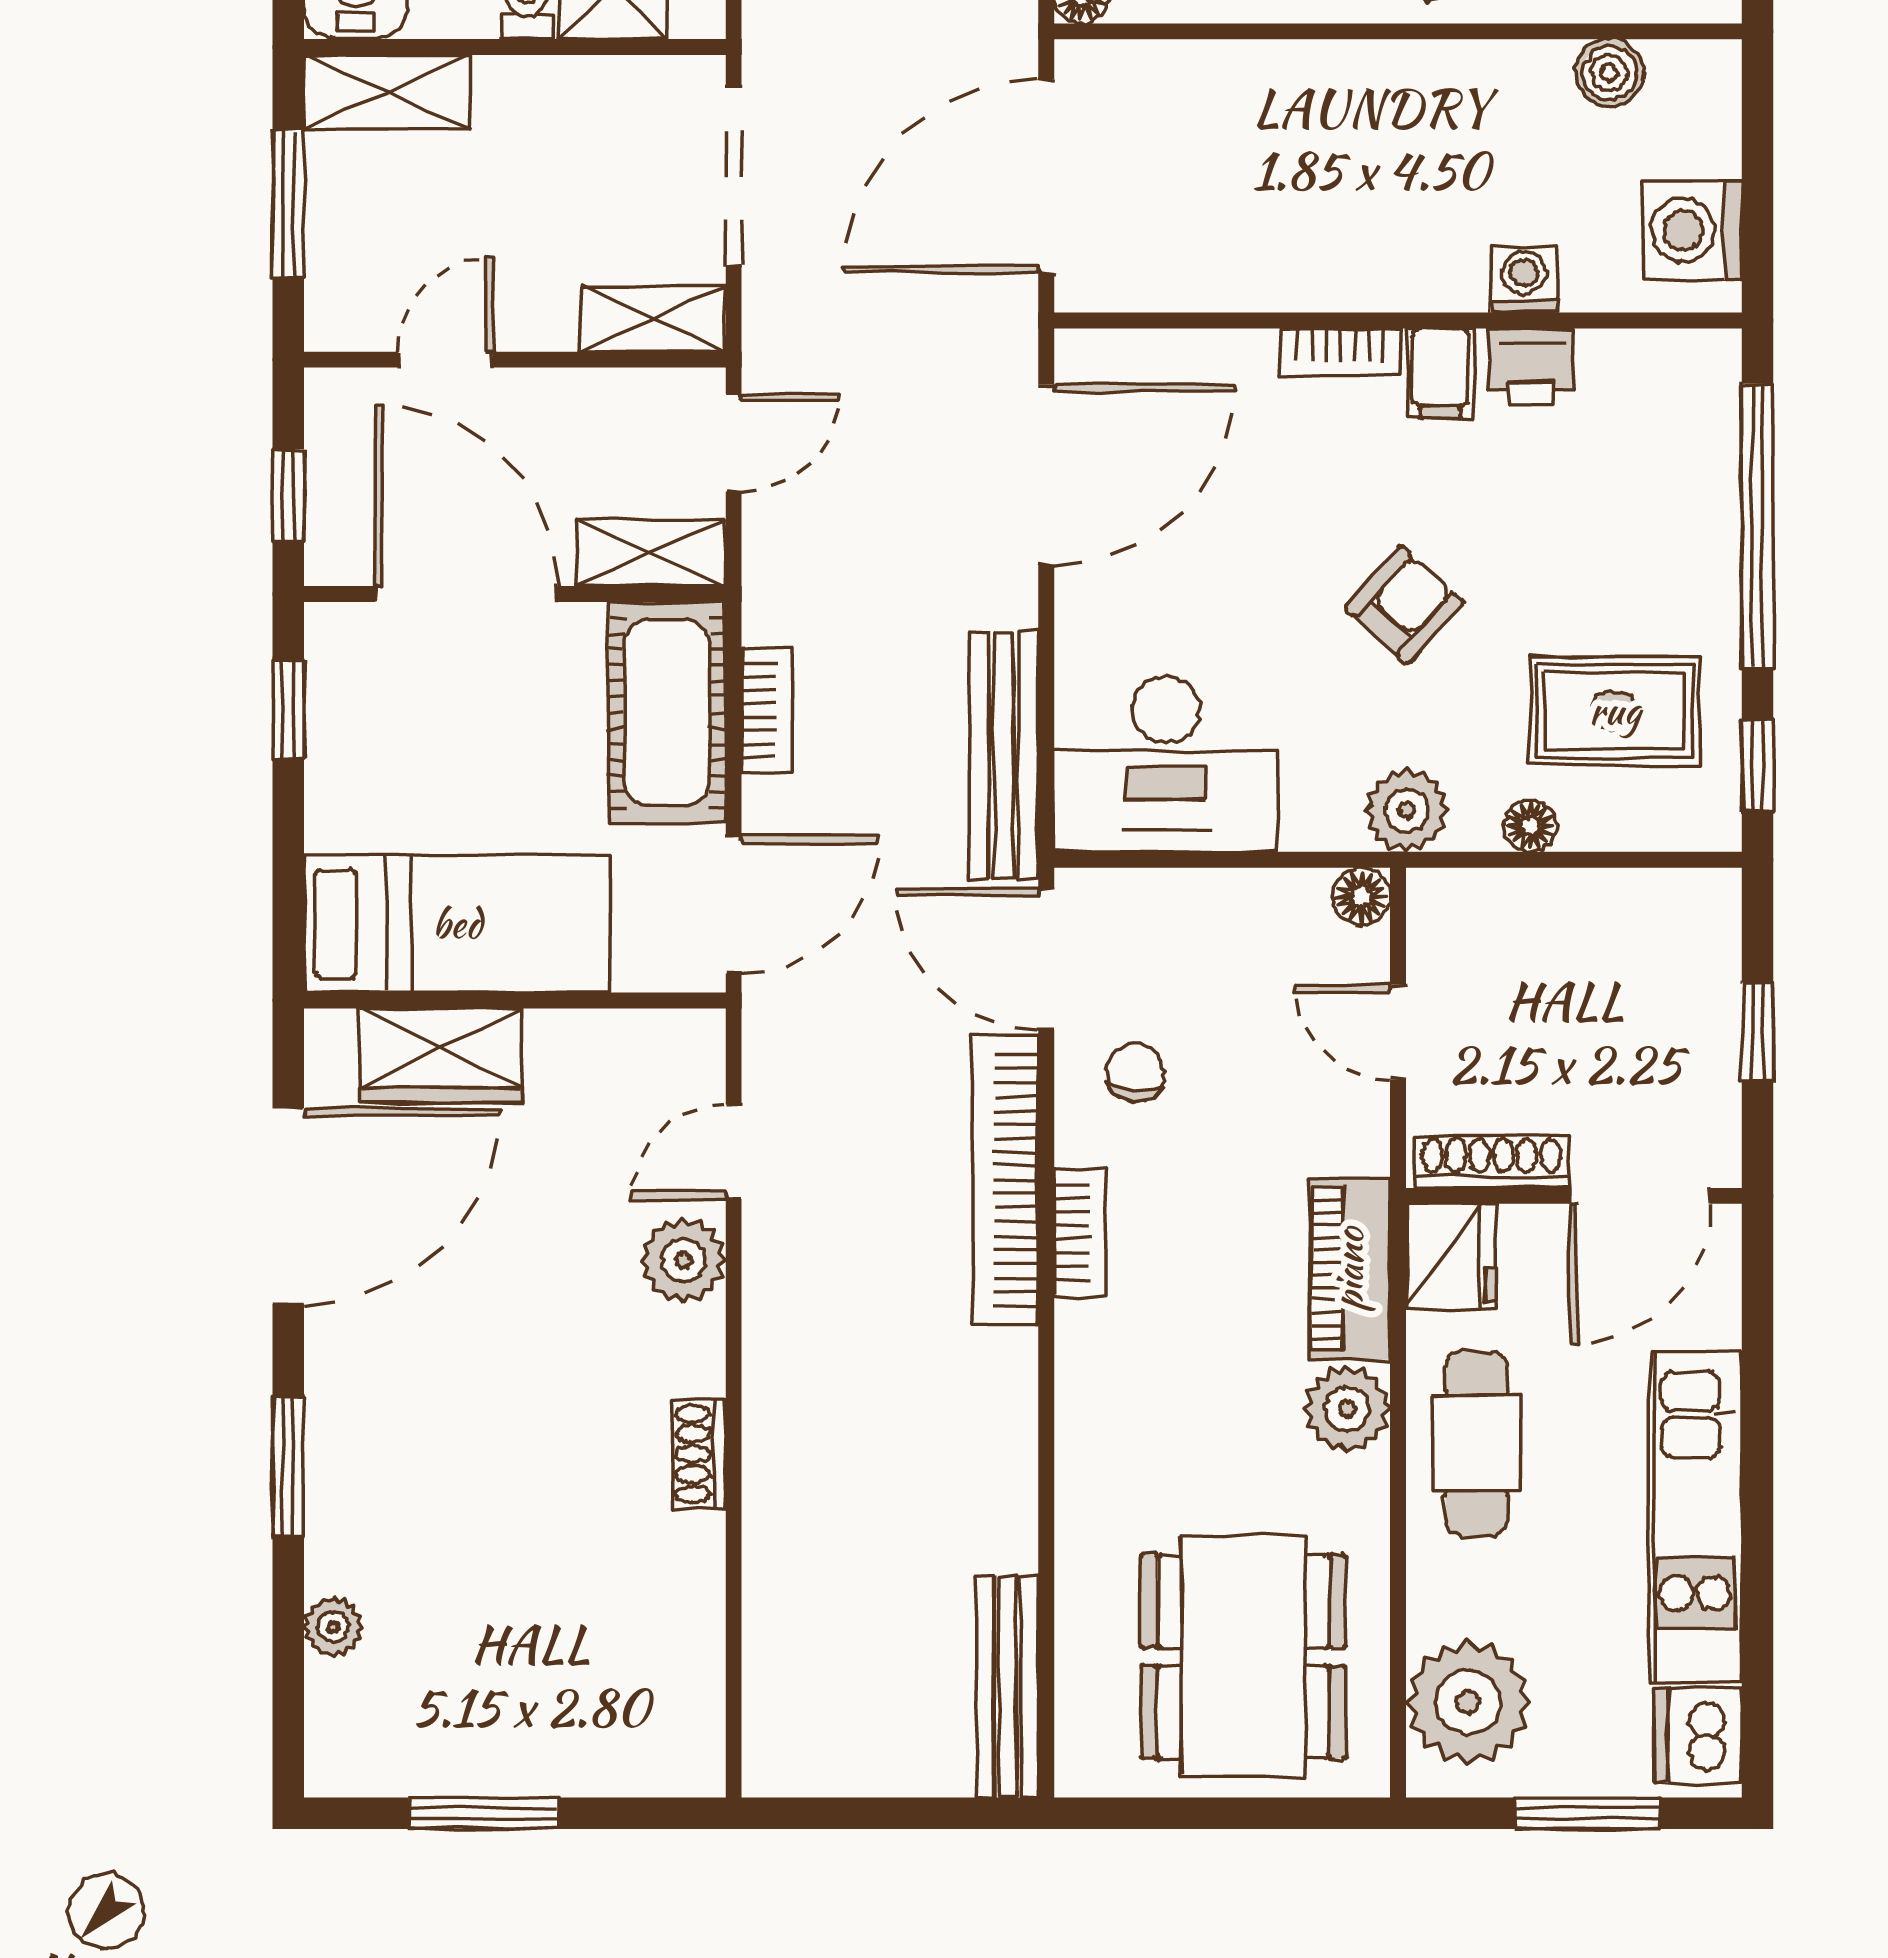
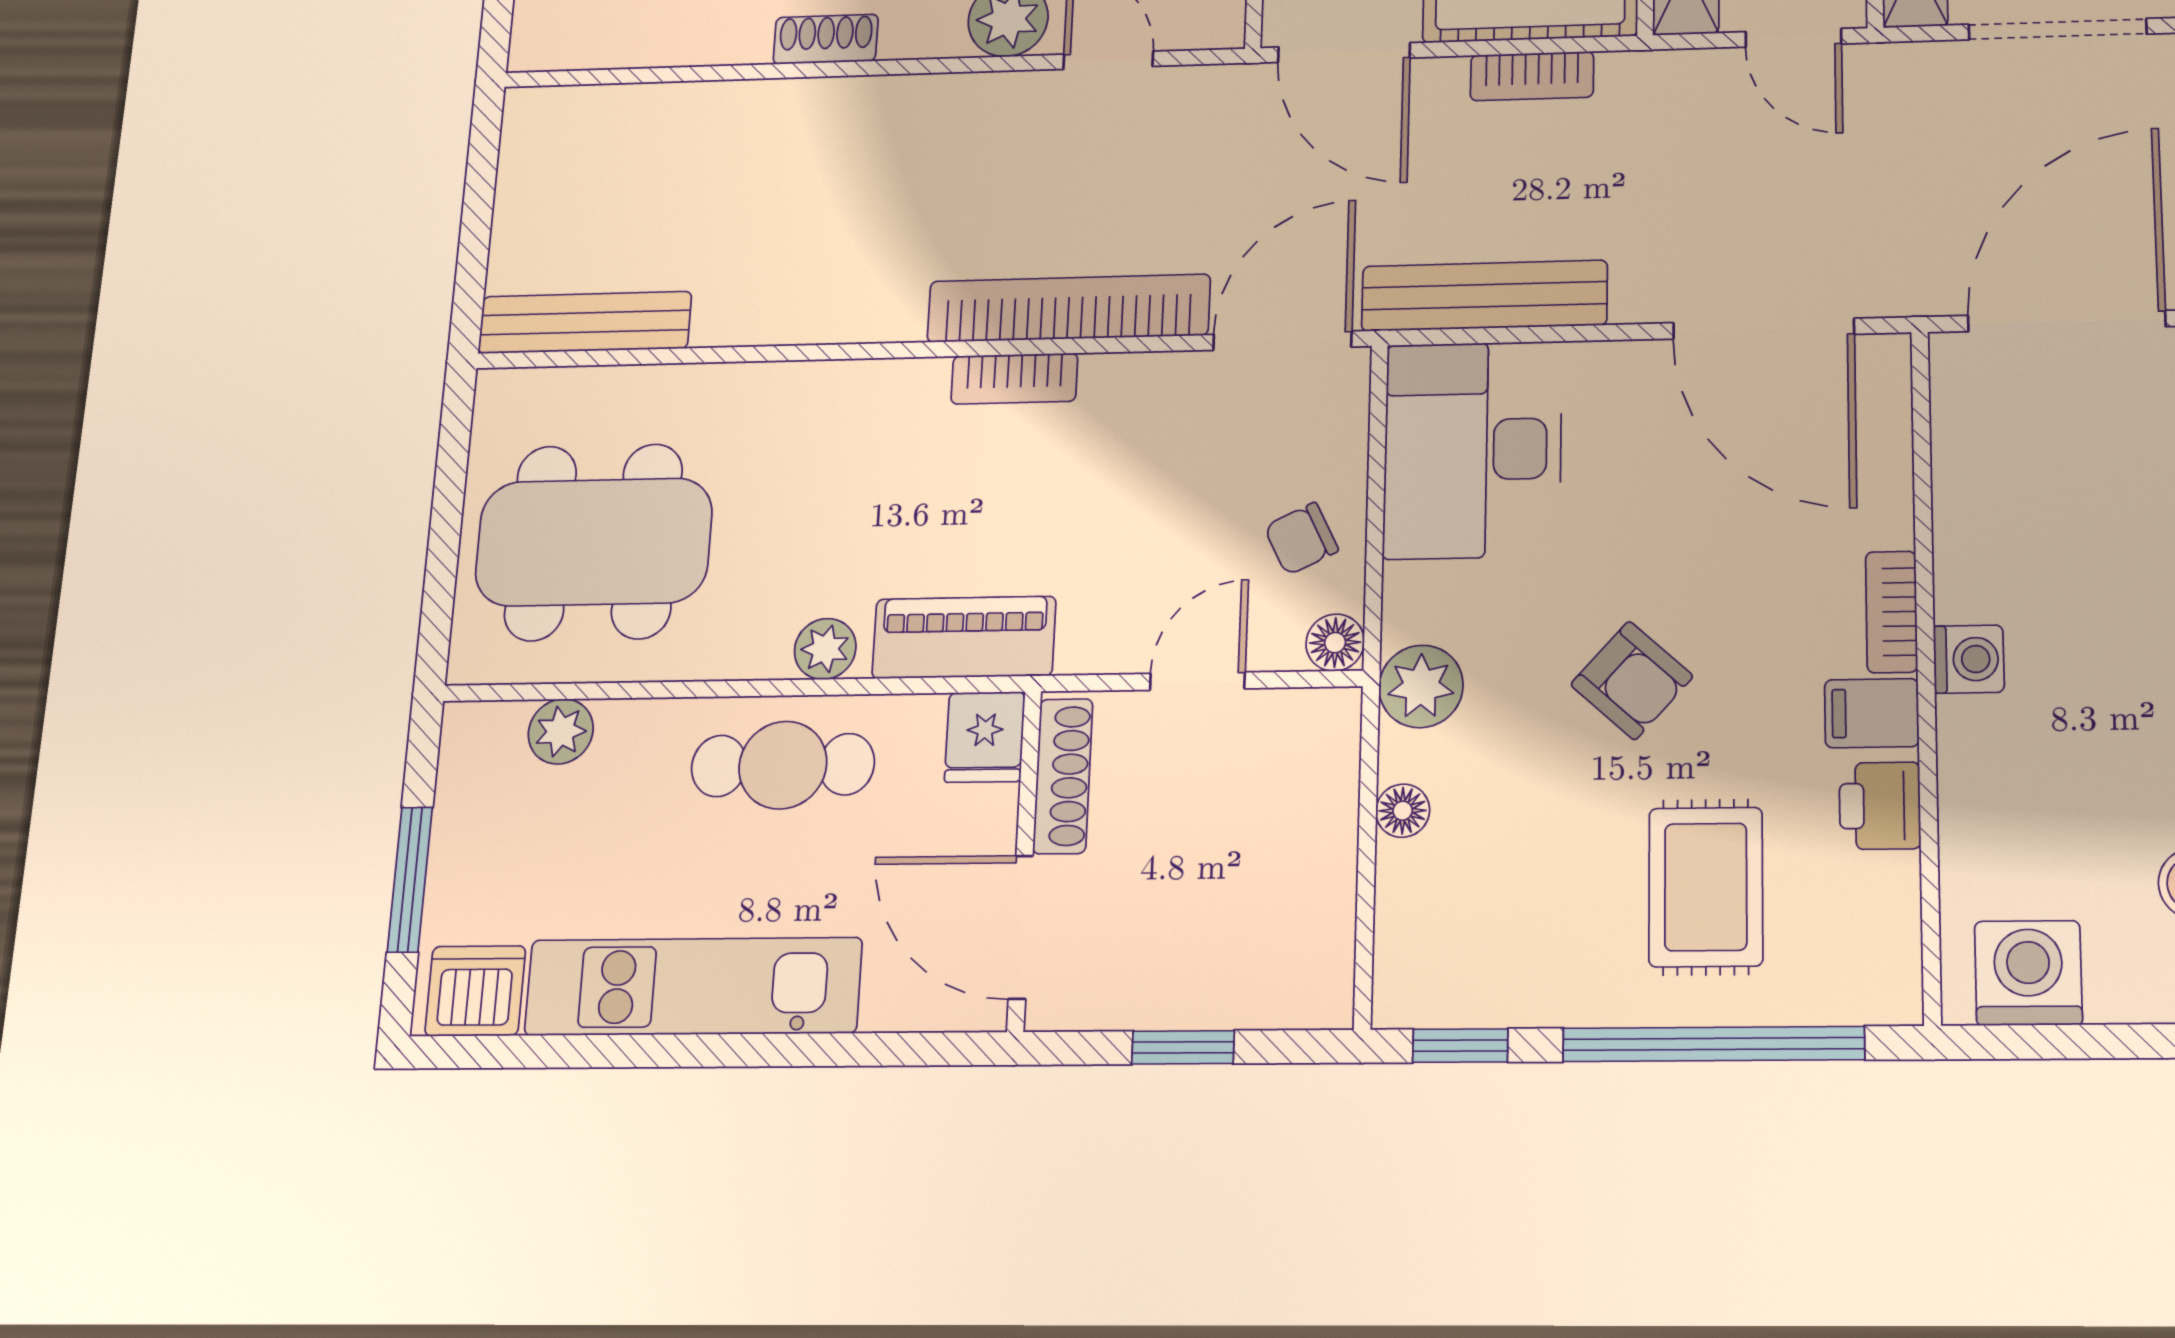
door: (1046, 176) -> (2067, 321), hinge flipped
washing machine: (1524, 279) -> (1969, 659), moved
rug: (1615, 711) -> (1706, 887), moved
chair: (1135, 1072) -> (1301, 539), moved, turned 149
fridge: (1451, 1257) -> (985, 737), width x0.72
plant: (1347, 1409) -> (825, 649), width x0.73, depth x0.73
plant: (1468, 1702) -> (561, 731), width x0.53, depth x0.53

